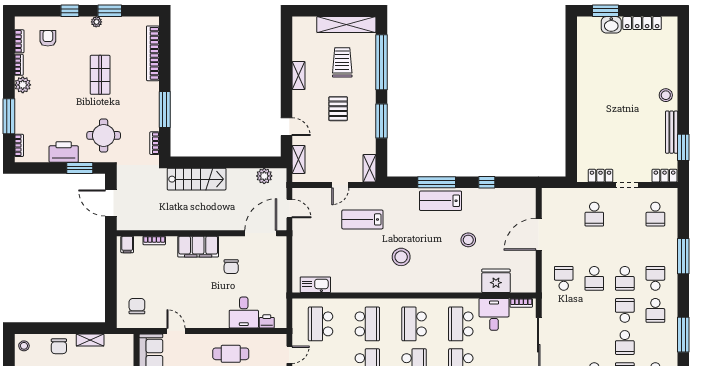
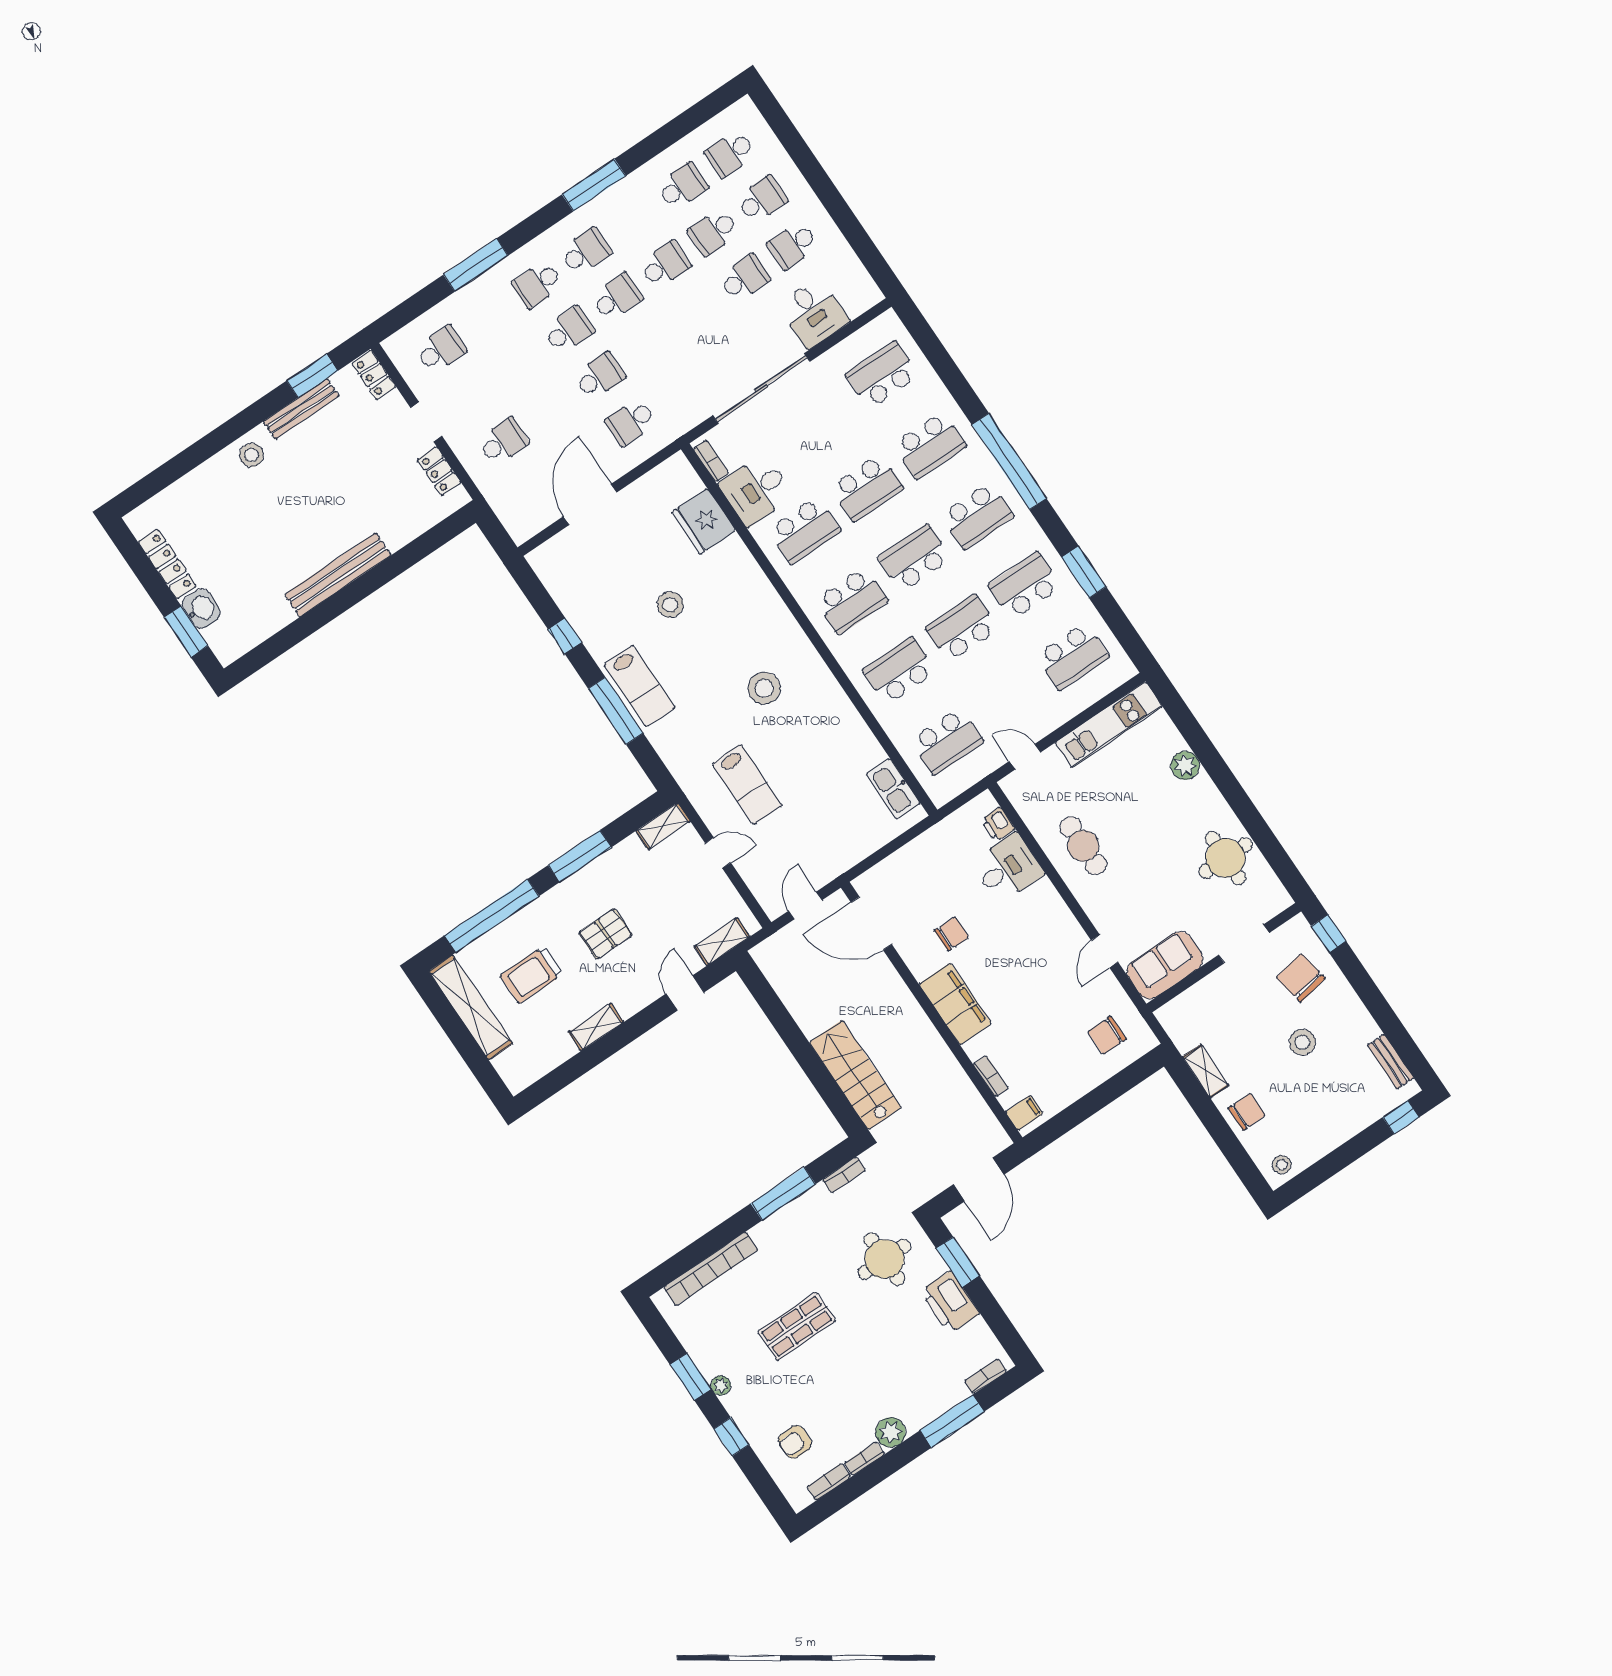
bench: (585, 97) -> (338, 575), added
plant: (264, 176) -> (782, 976), removed
door: (539, 234) -> (590, 504), swing flipped
school desk: (625, 310) -> (617, 297), turned 180

